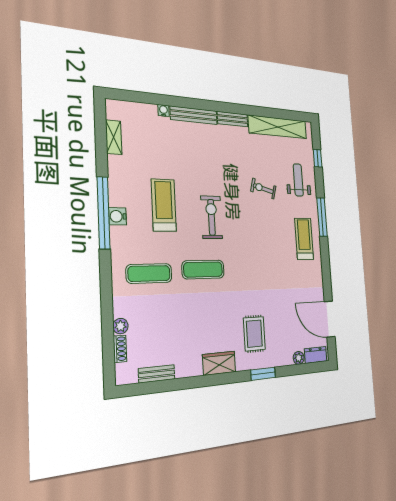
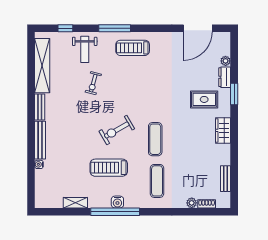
shelving: (114, 137) -> (75, 203), moved
weight bench: (298, 180) -> (85, 49), turned -90
exercise bike: (212, 217) -> (117, 130), turned -30
dresser: (316, 355) -> (225, 77), moved

